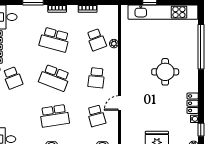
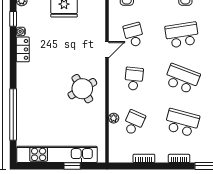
school desk: (96, 40) -> (134, 123), turned 45
round table: (165, 72) -> (82, 89), moved, turned -31

